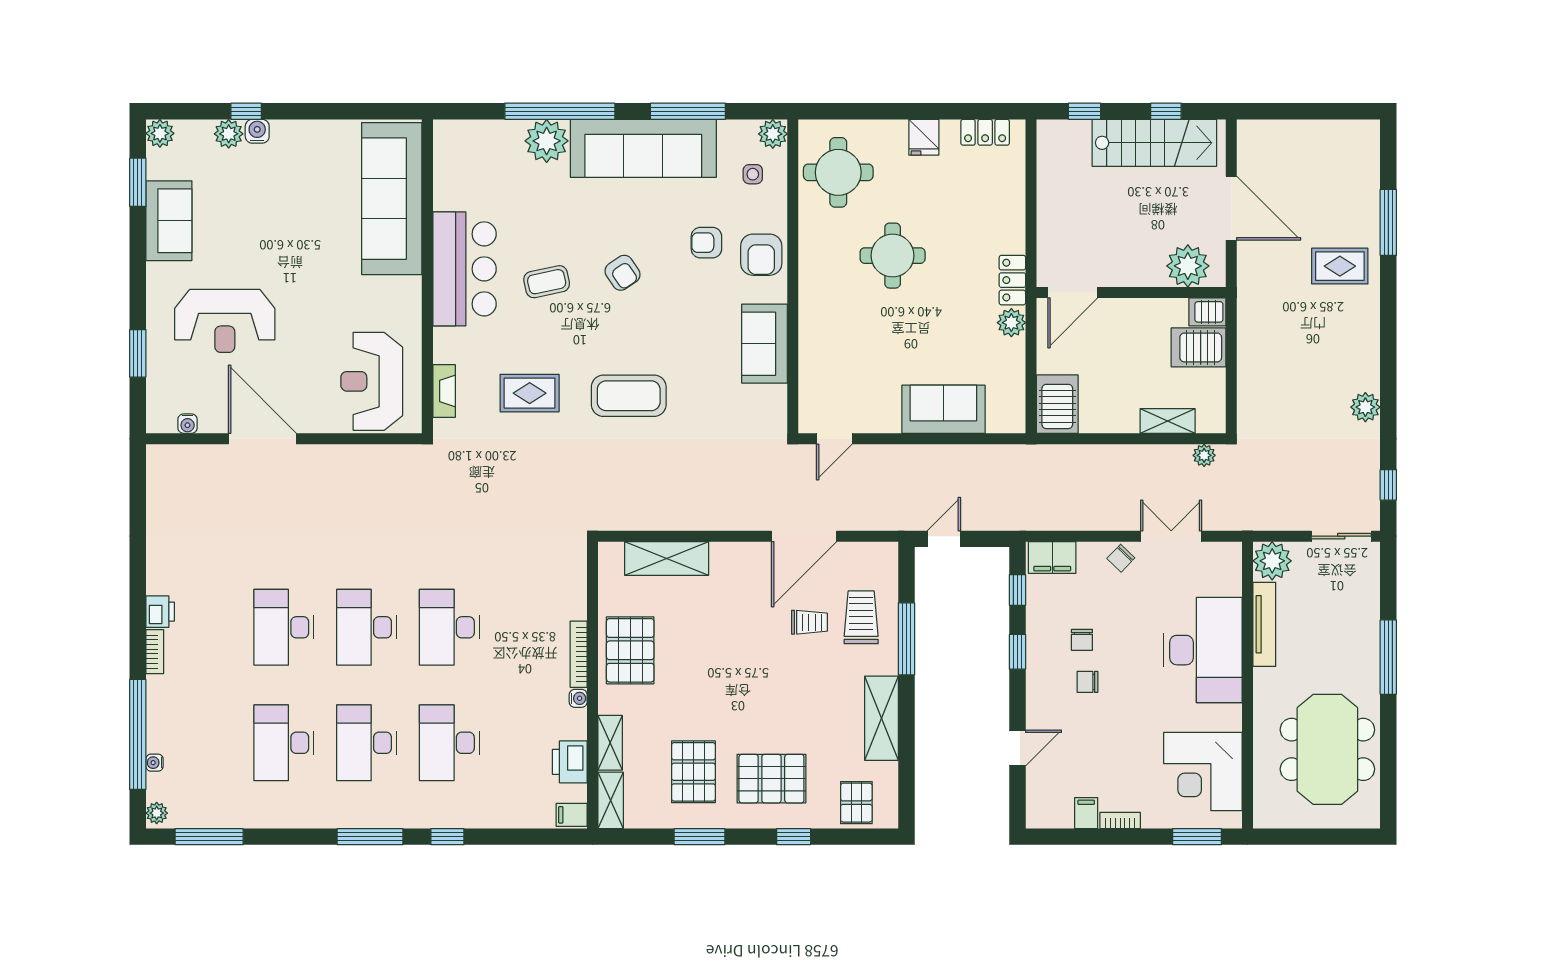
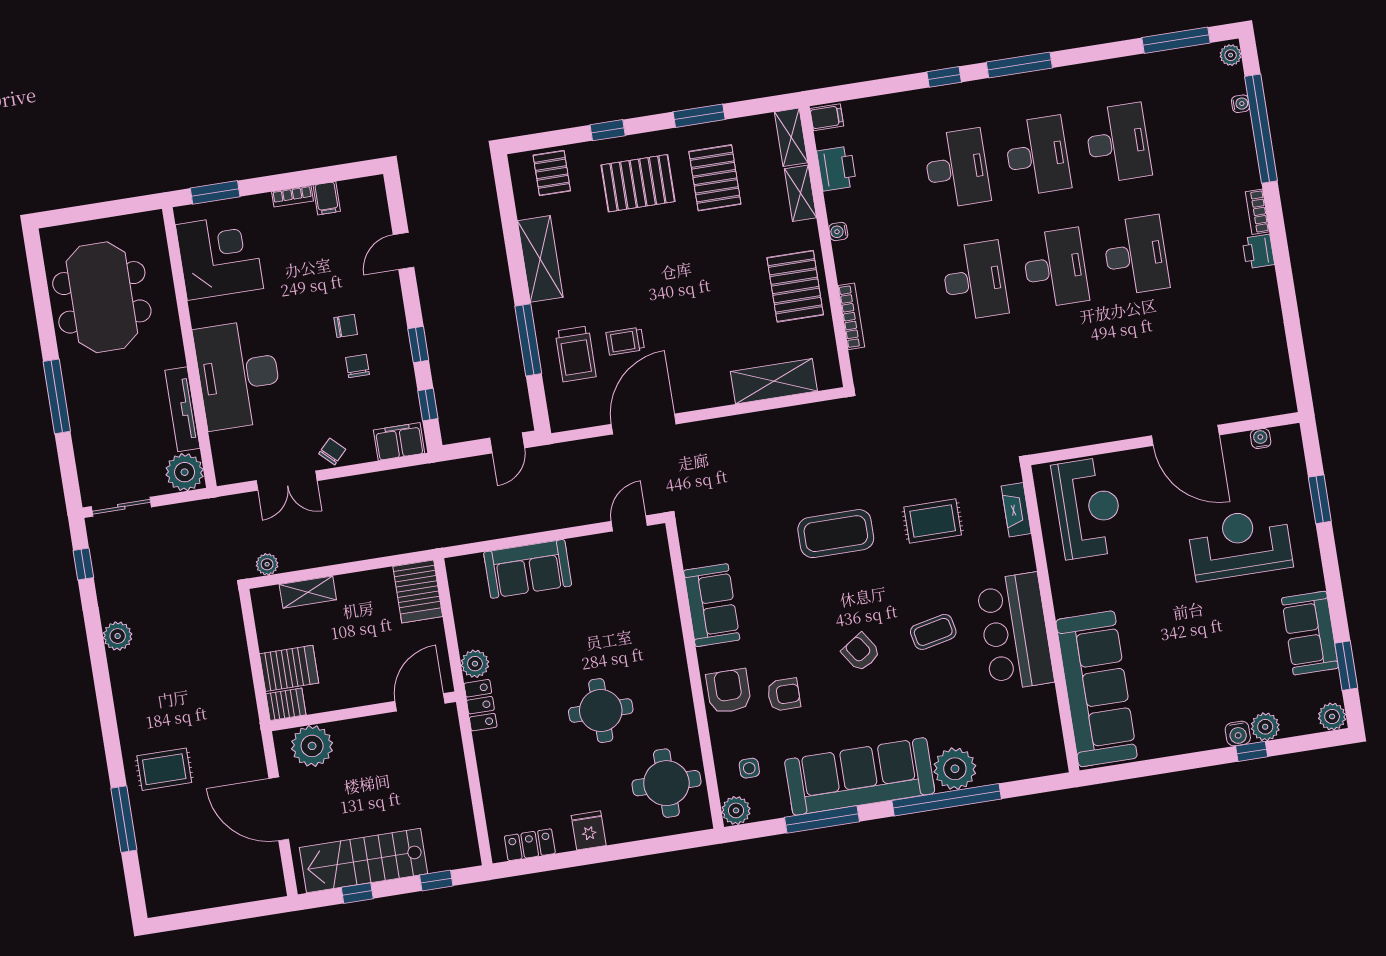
bookcase: (579, 654) -> (851, 316), moved

